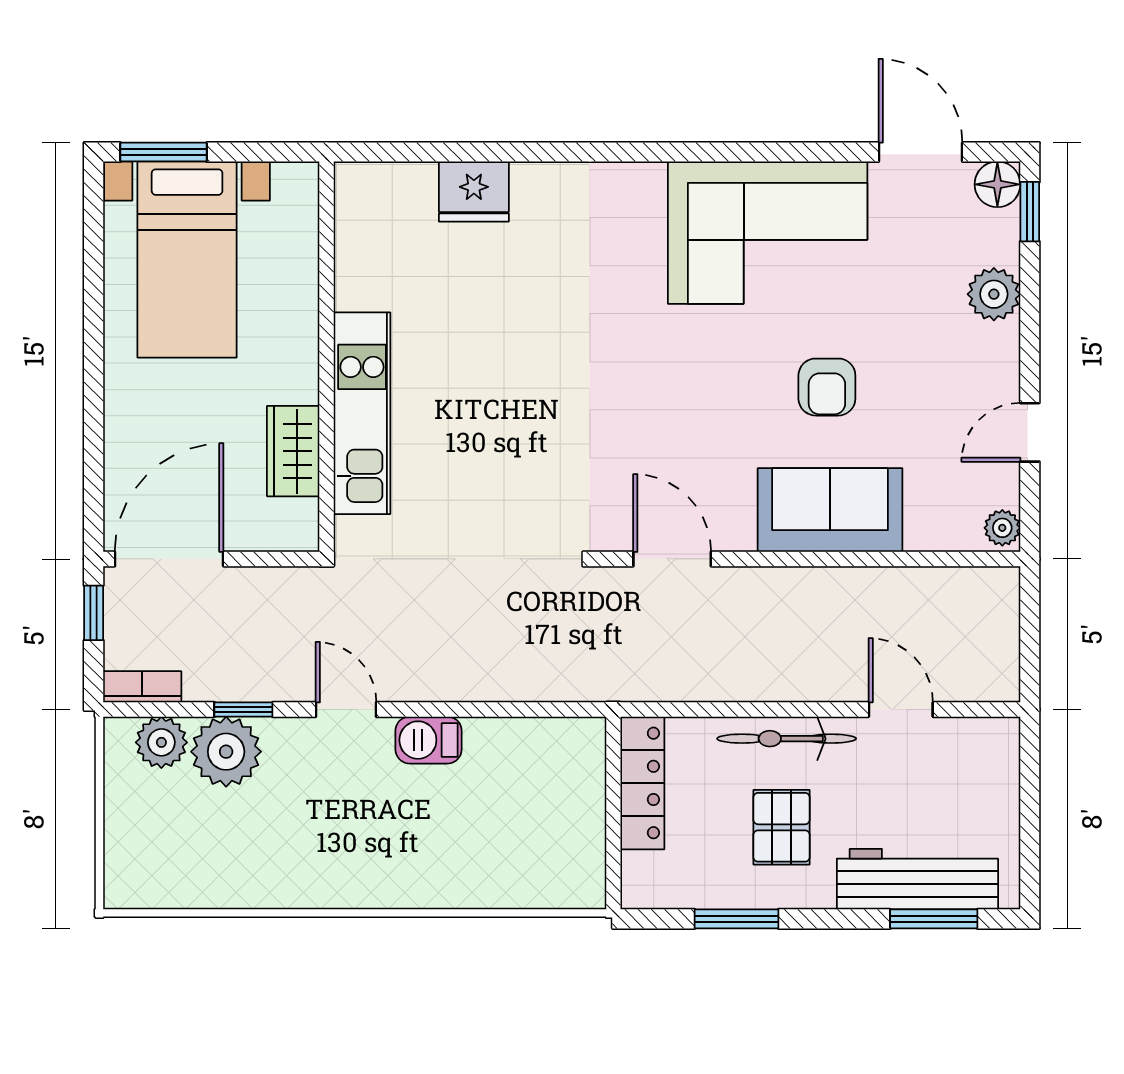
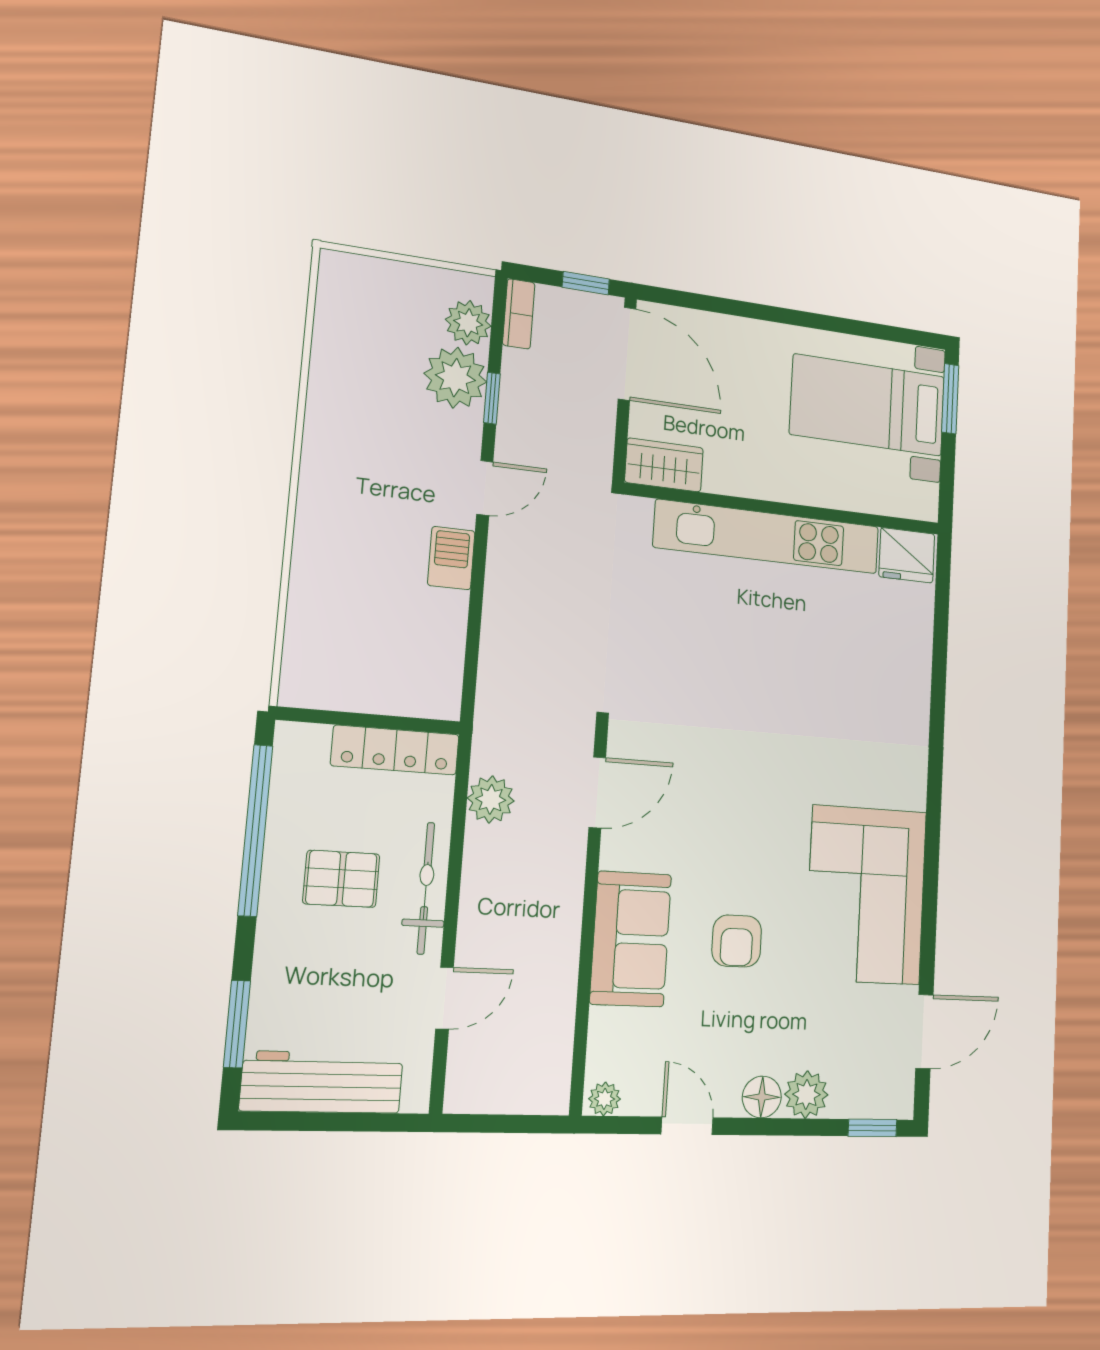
floor lamp: (997, 184) -> (762, 1097), moved
fridge: (474, 192) -> (907, 555), moved, turned -90
armchair: (827, 387) -> (737, 941), turned -90
kitchen unit: (362, 413) -> (768, 537), width x1.36
wardrobe: (293, 451) -> (664, 465), moved
plant: (688, 677) -> (491, 799), added
workbench: (917, 879) -> (322, 1082), moved, turned -90
window: (736, 919) -> (255, 830), width x2.11

